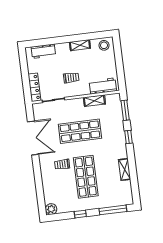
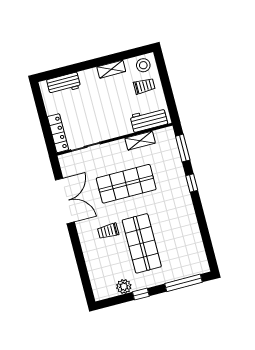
trolley: (71, 78) -> (144, 86), moved
shelving: (125, 169) -> (192, 227), removed
plant: (51, 209) -> (124, 286), moved

